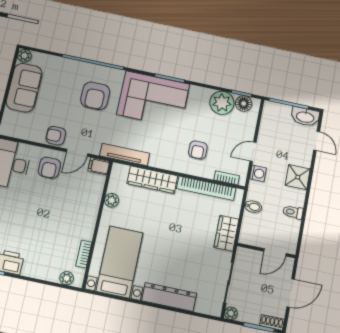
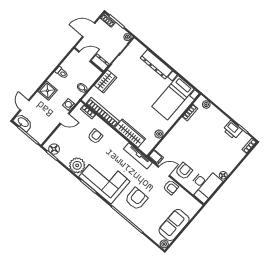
plant: (222, 103) -> (77, 165), moved
dresser: (248, 256) -> (100, 62), added

